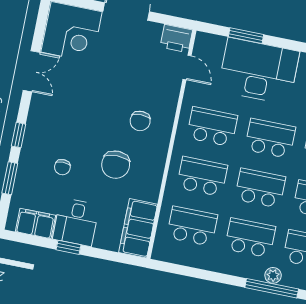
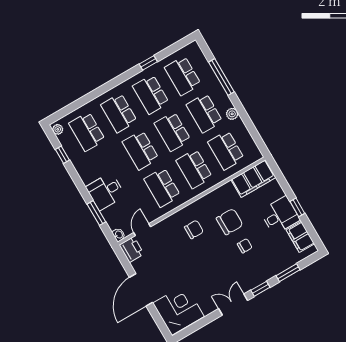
washbasin: (203, 39) -> (119, 235), added
double door: (31, 71) -> (233, 305), moved
desk: (259, 71) -> (106, 191), width x0.53, depth x0.77
chair: (62, 167) -> (245, 246), moved
plant: (273, 275) -> (232, 114), moved

